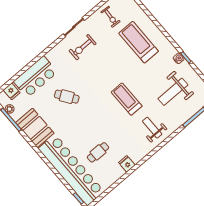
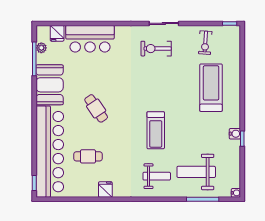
weight bench: (173, 92) -> (196, 172), moved
cafe table: (67, 97) -> (96, 108), moved
treadmill: (127, 99) -> (156, 130), turned 180
weight bench: (152, 128) -> (157, 176), turned 90

